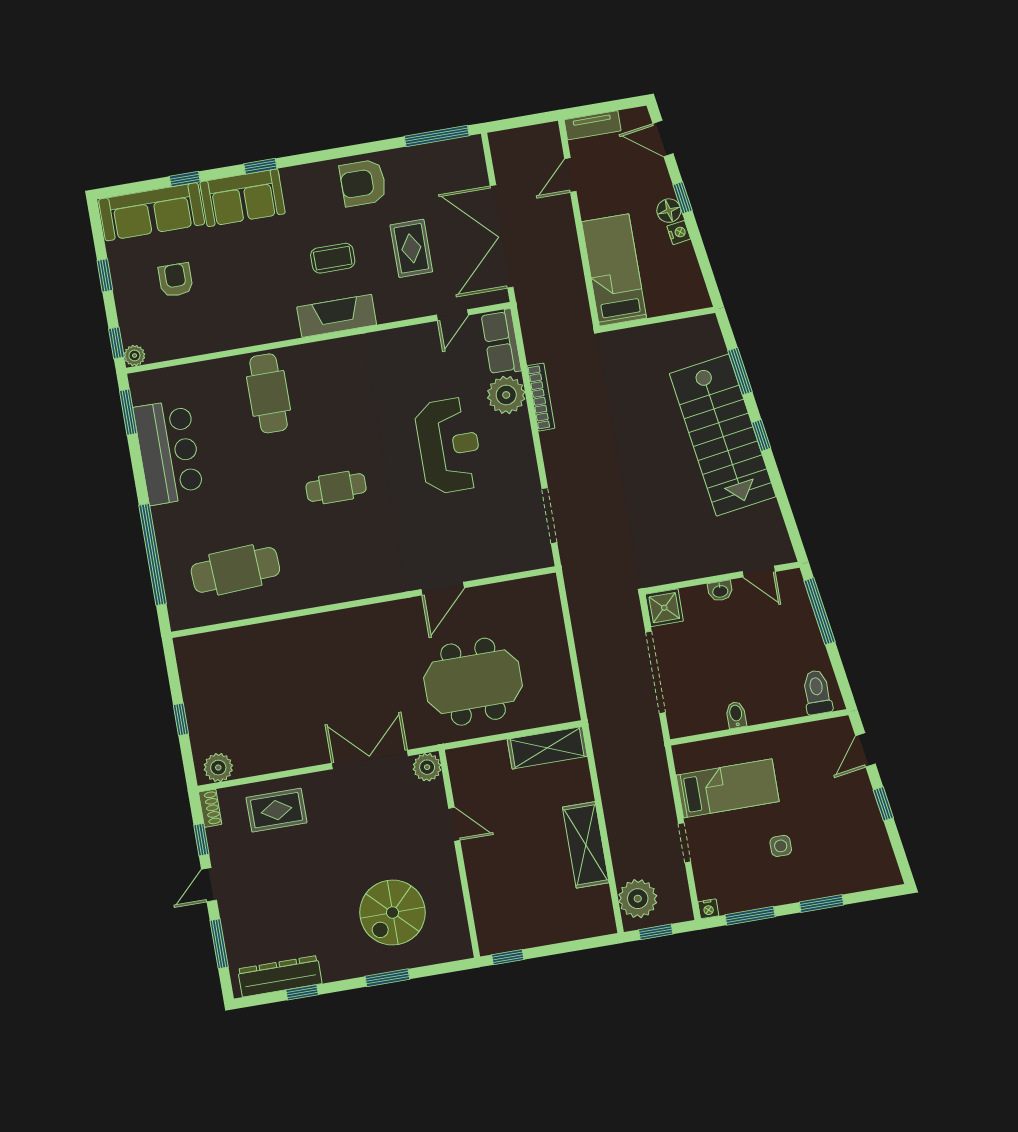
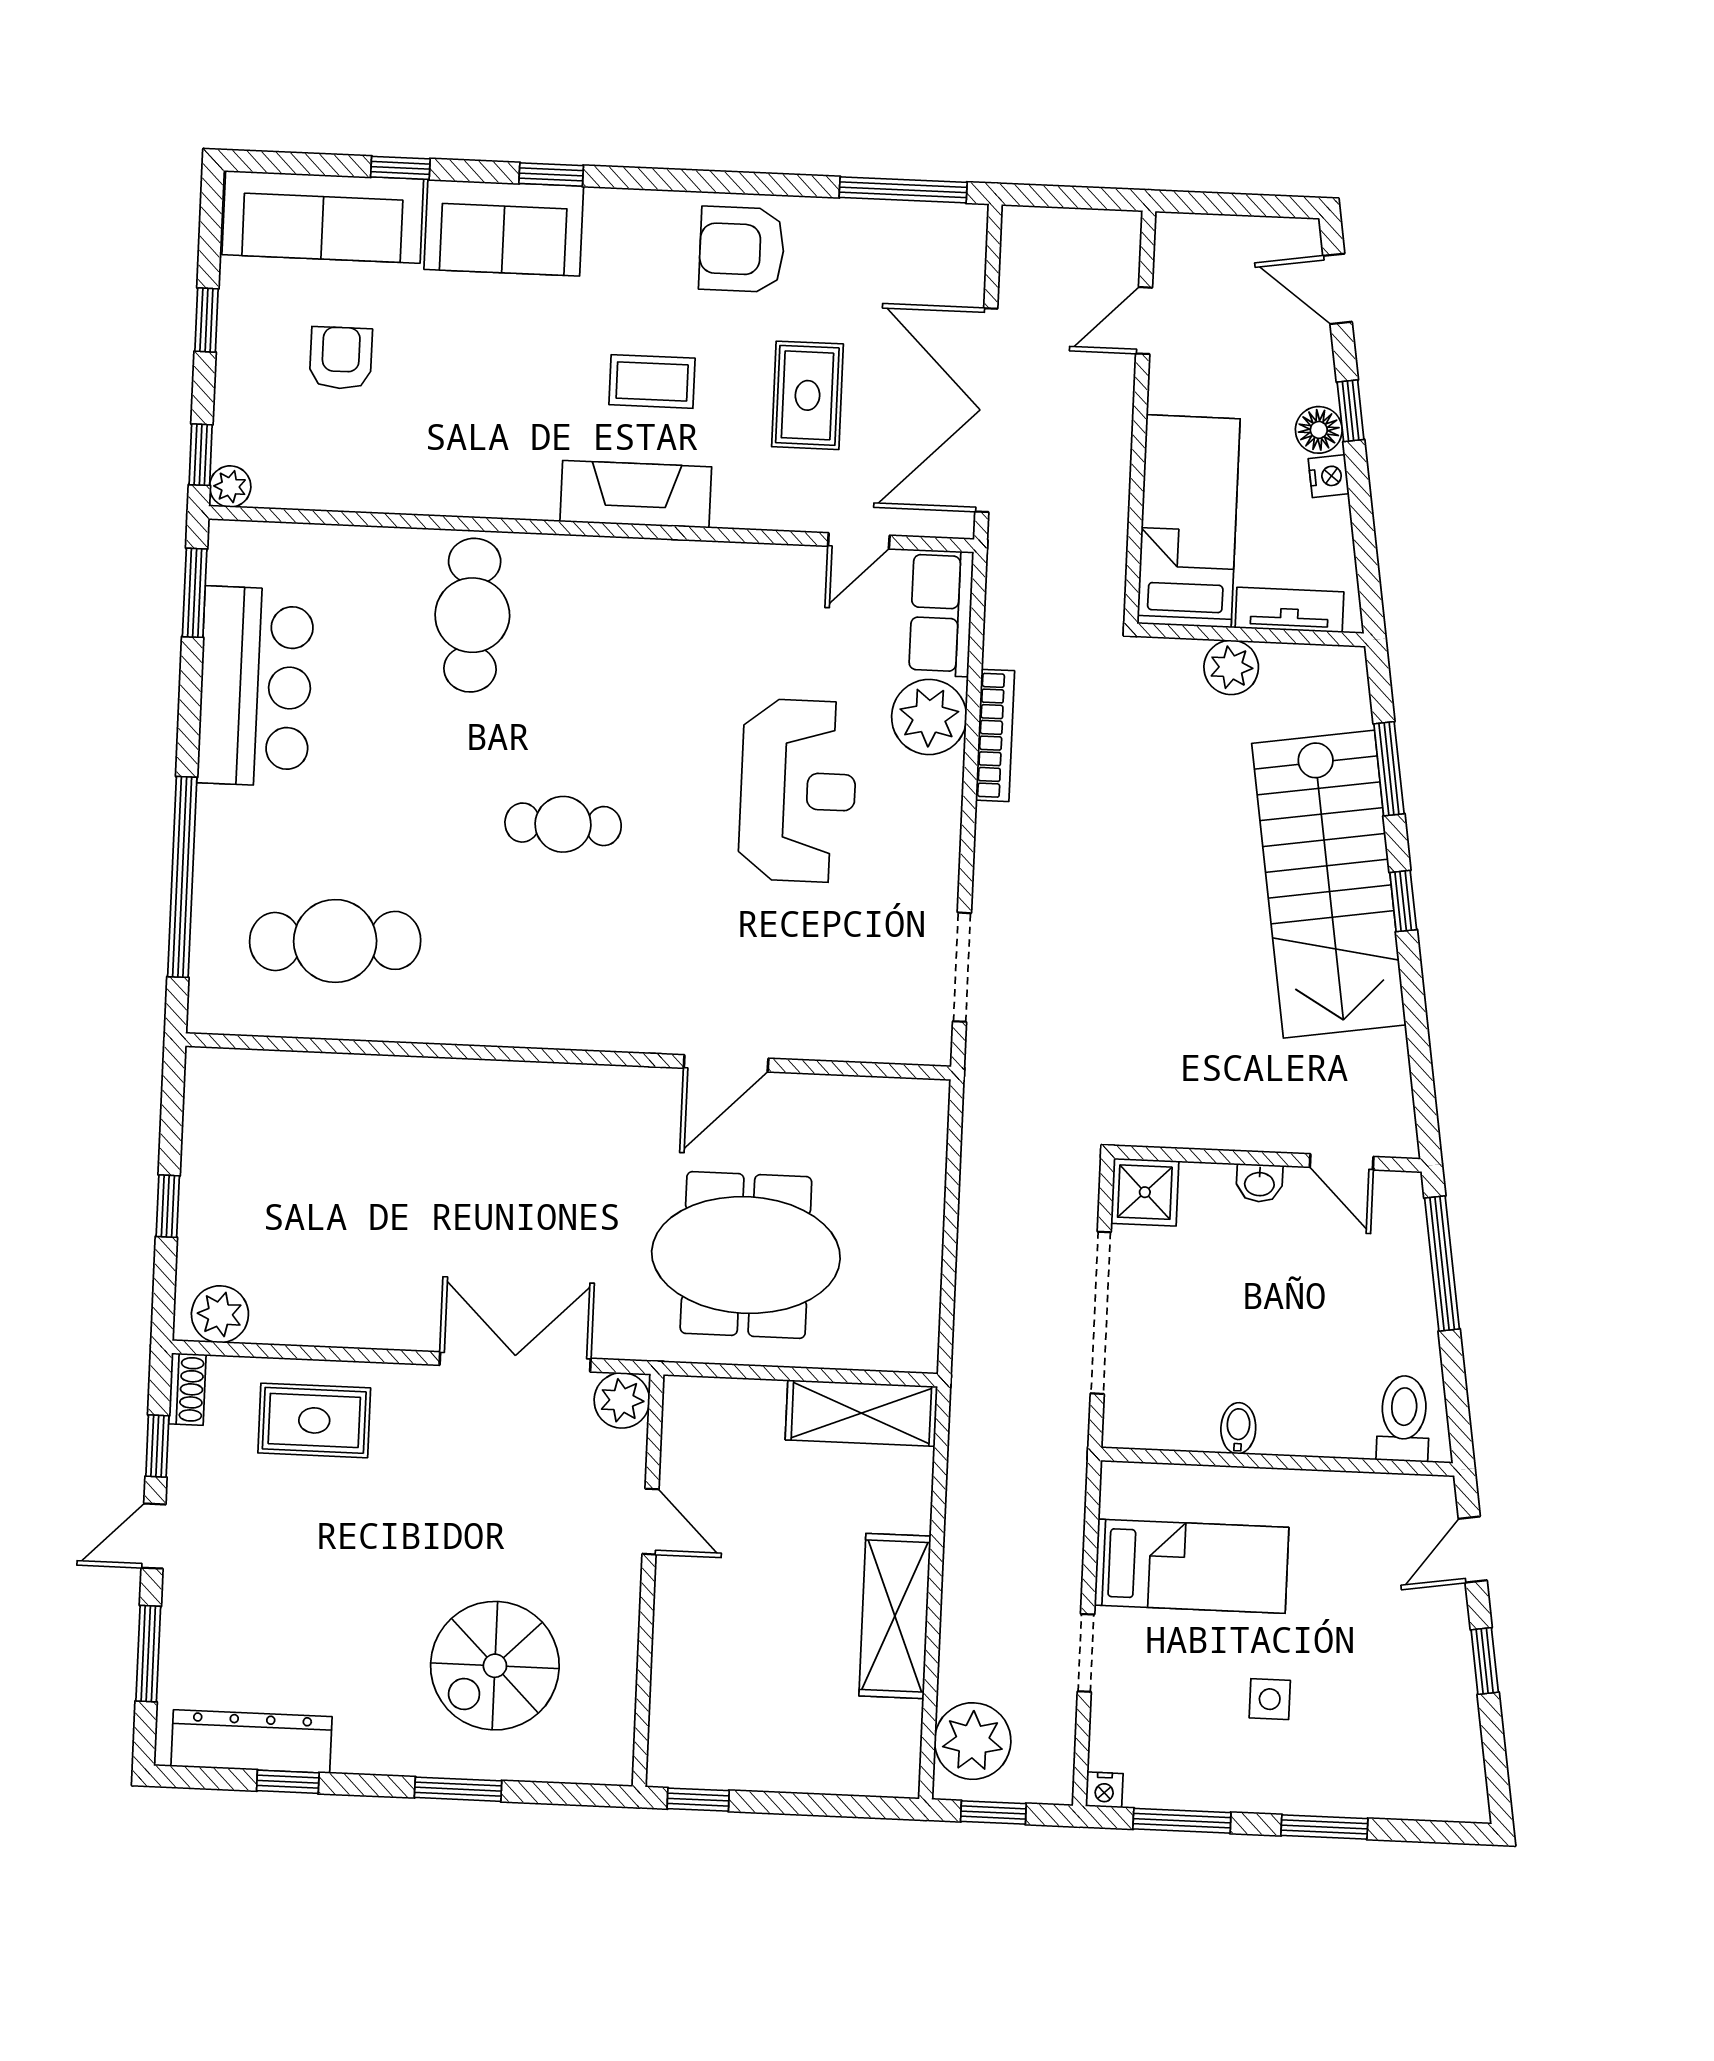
tv unit: (593, 125) -> (1289, 610), moved, turned 180
plant: (651, 338) -> (1231, 667), added

